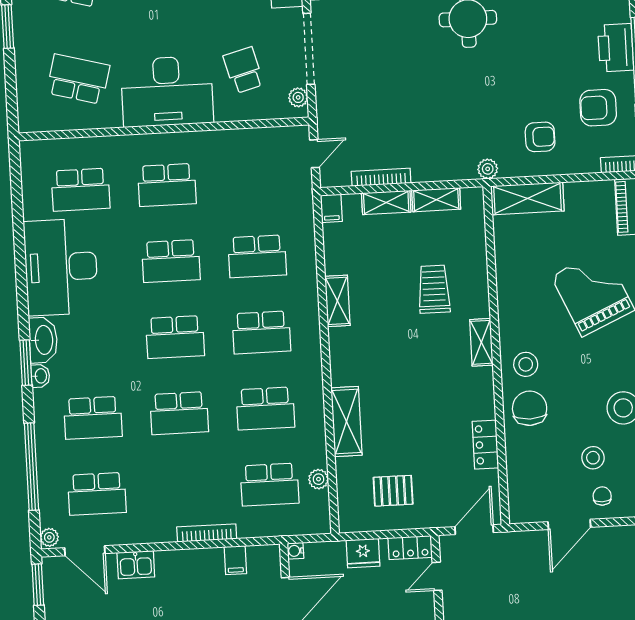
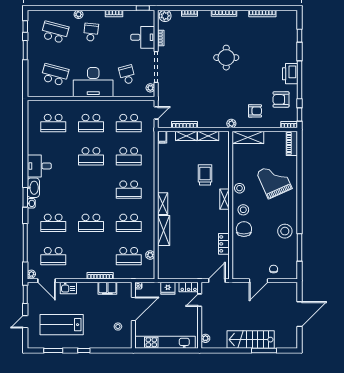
desk: (61, 267) -> (39, 166), width x0.53, depth x0.77
shelving: (337, 301) -> (163, 204), moved
school desk: (175, 337) -> (129, 123), moved
stool: (593, 458) -> (239, 188), moved
pallet: (393, 491) -> (182, 262), removed
filing cabinet: (235, 560) -> (107, 288), width x2.00

